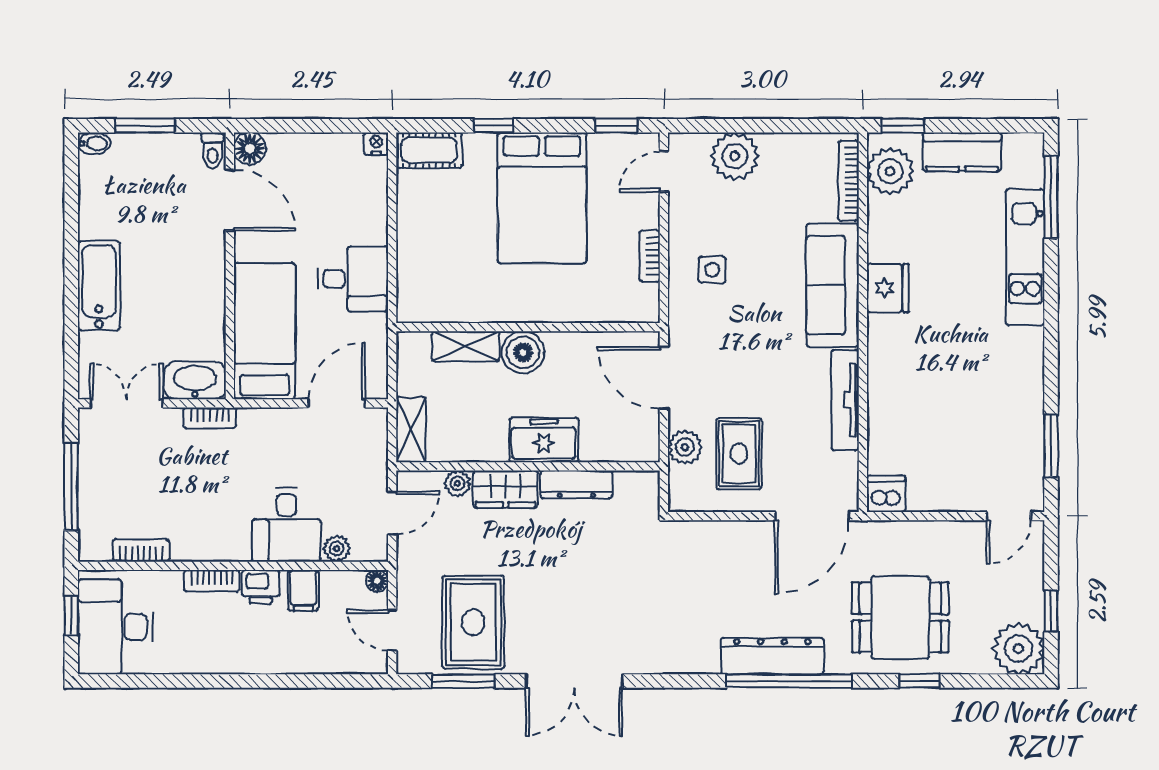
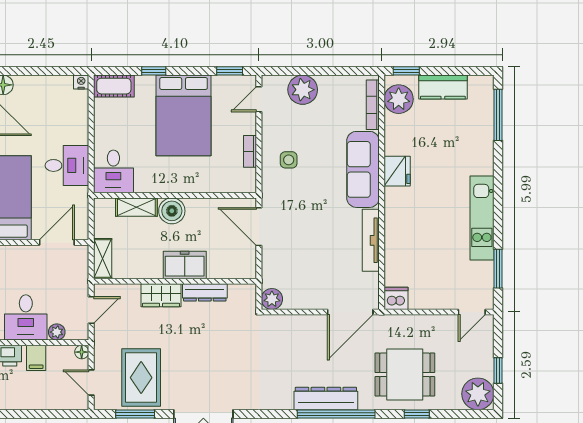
kitchen unit: (1025, 257) -> (482, 218), moved
desk: (428, 288) -> (113, 171), added
plant: (685, 447) -> (272, 299), moved
rug: (739, 454) -> (305, 273), removed
plant: (457, 483) -> (131, 292), removed

